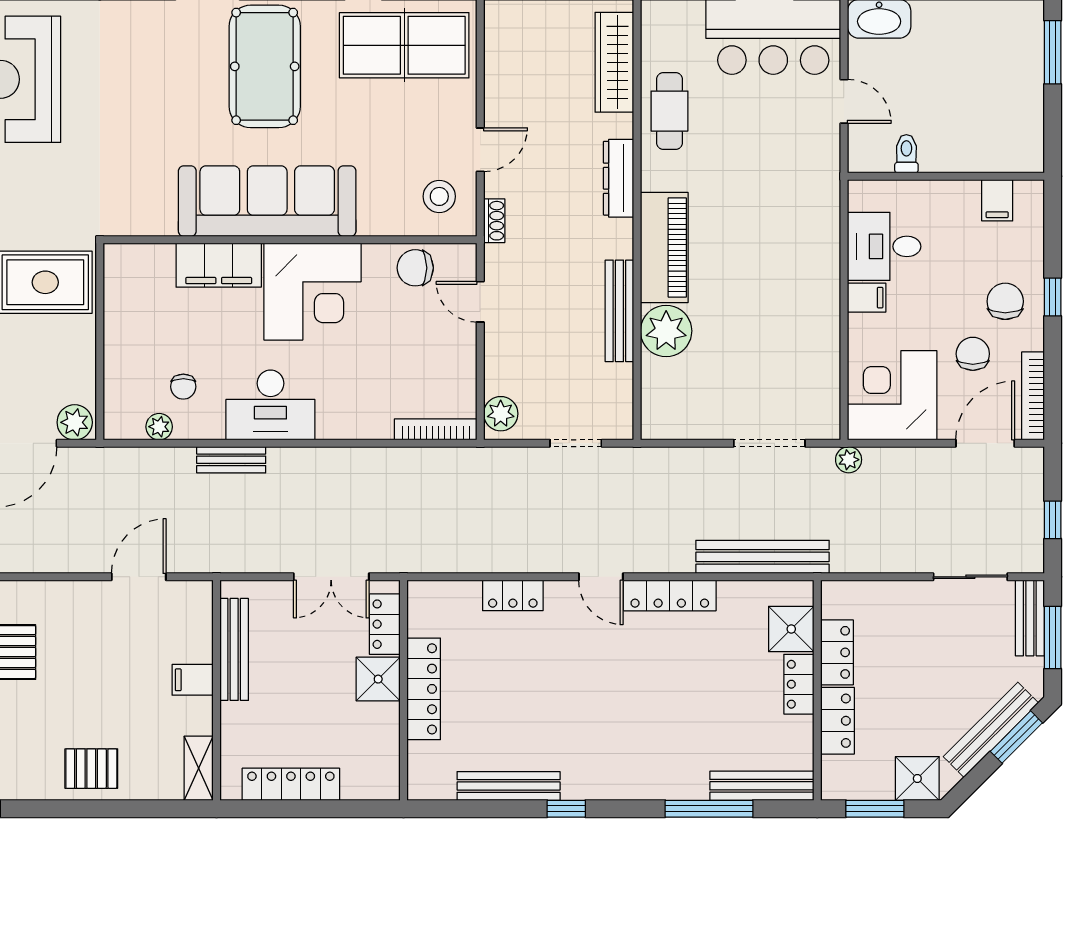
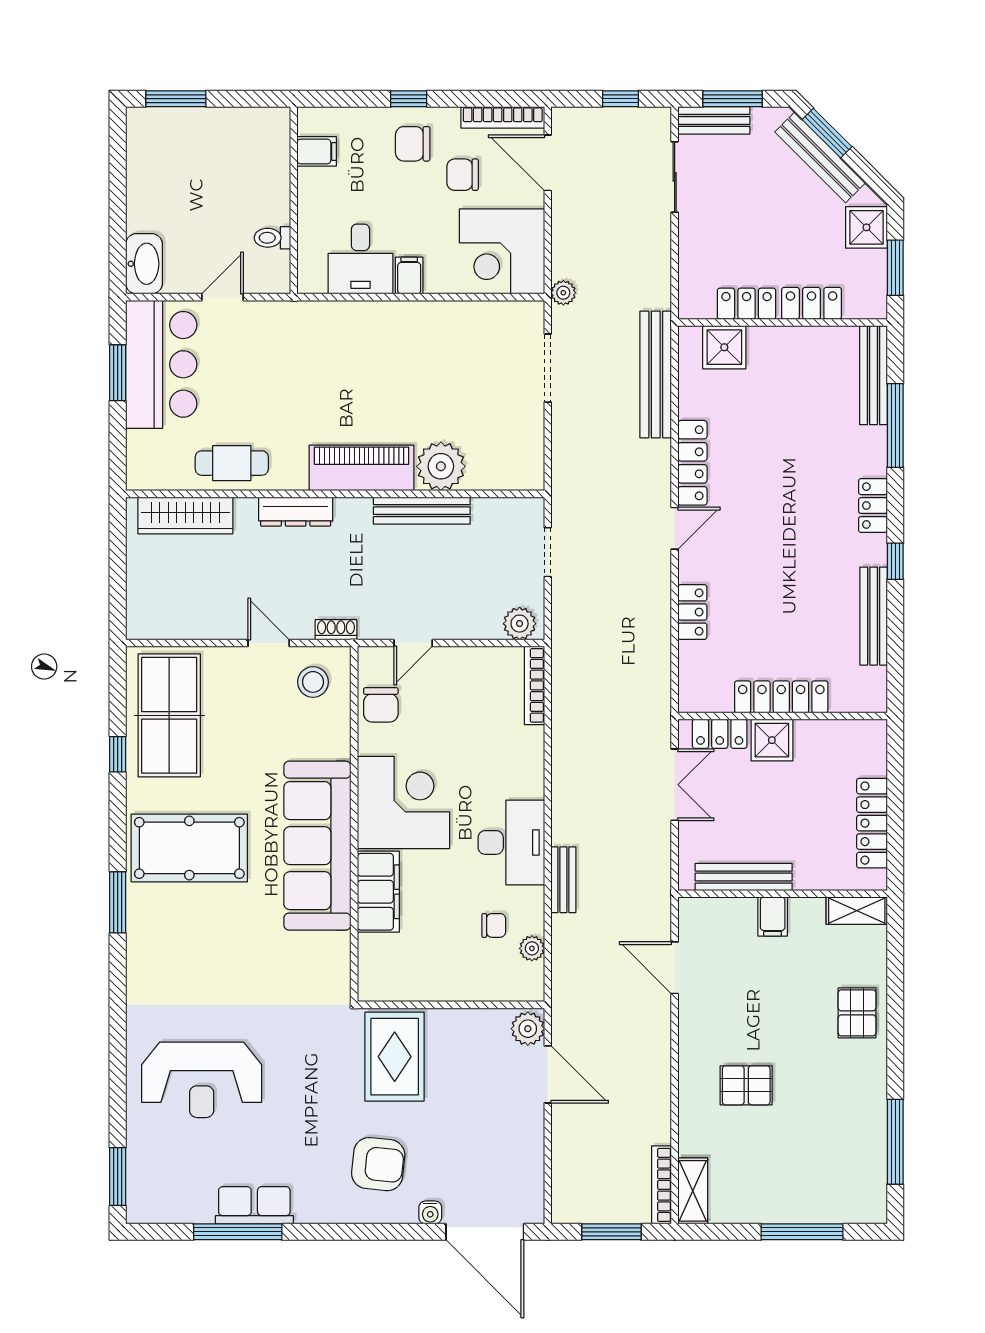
locker: (799, 684) -> (873, 506), moved, turned 90

